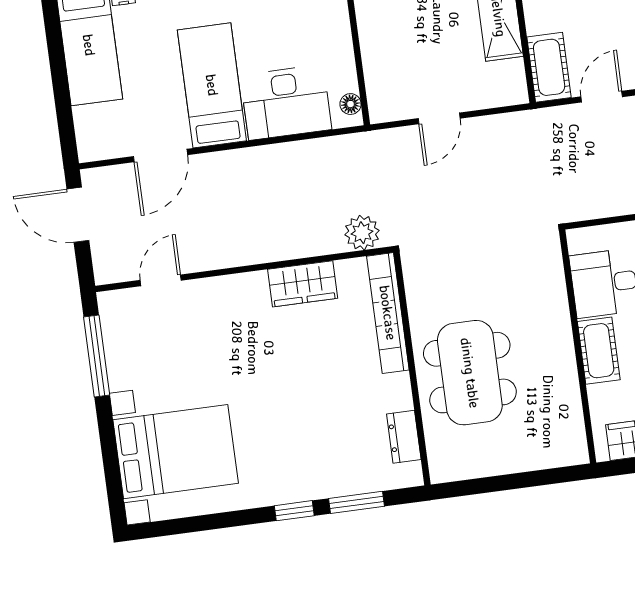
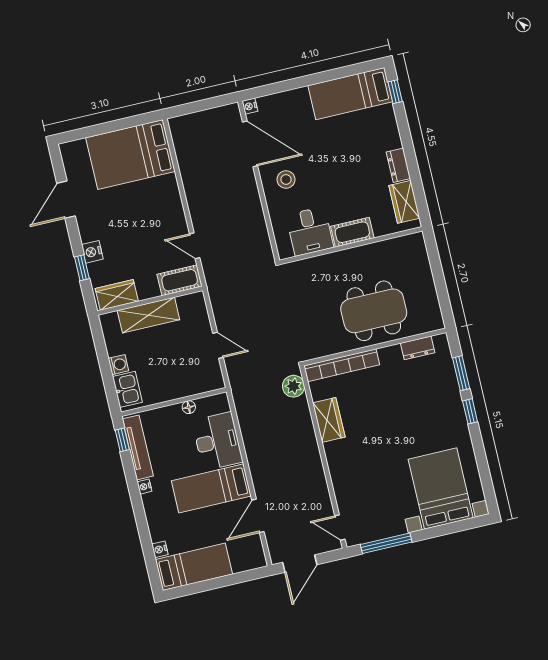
floor lamp: (350, 104) -> (189, 407), moved
door: (161, 156) -> (258, 516), swing flipped
door: (161, 280) -> (340, 528), moved

